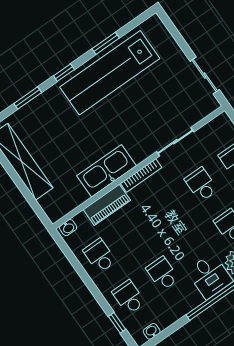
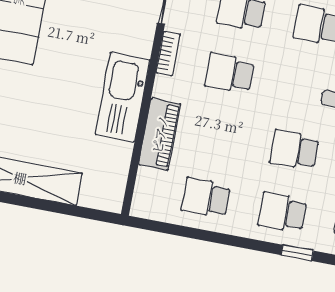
bookcase: (141, 176) -> (168, 53), width x0.64
school desk: (167, 208) -> (229, 73), added
washbasin: (68, 228) -> (141, 201), removed

